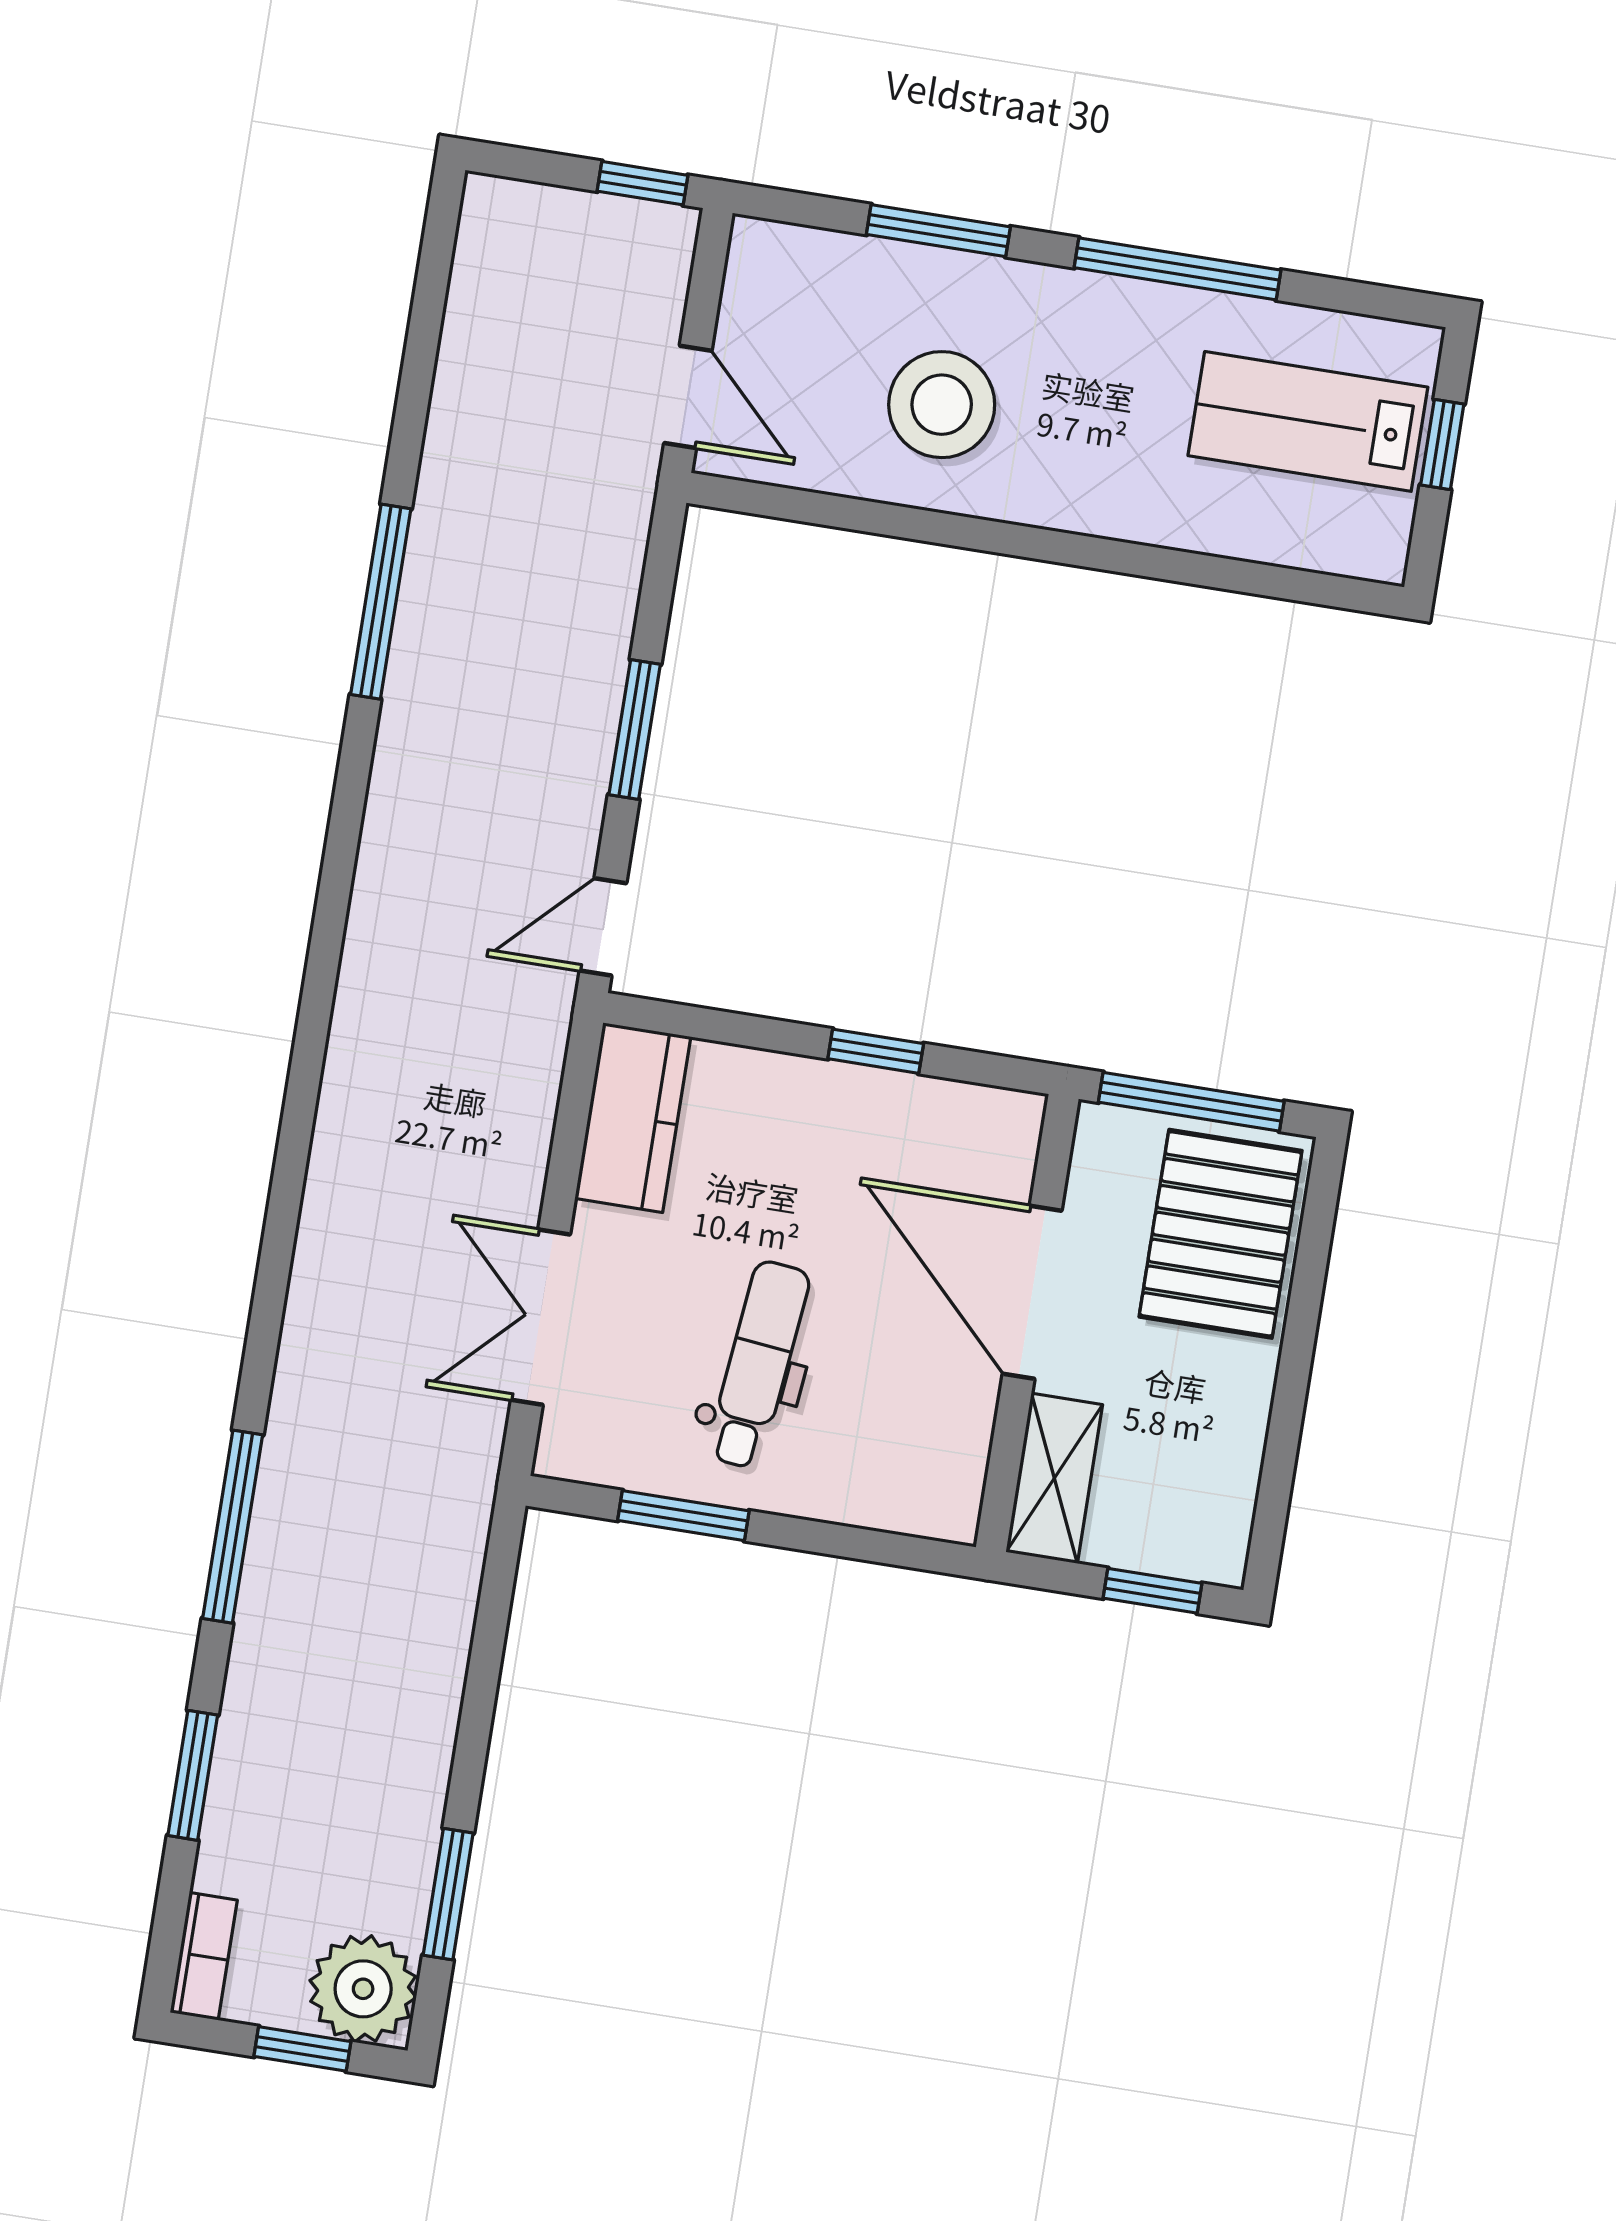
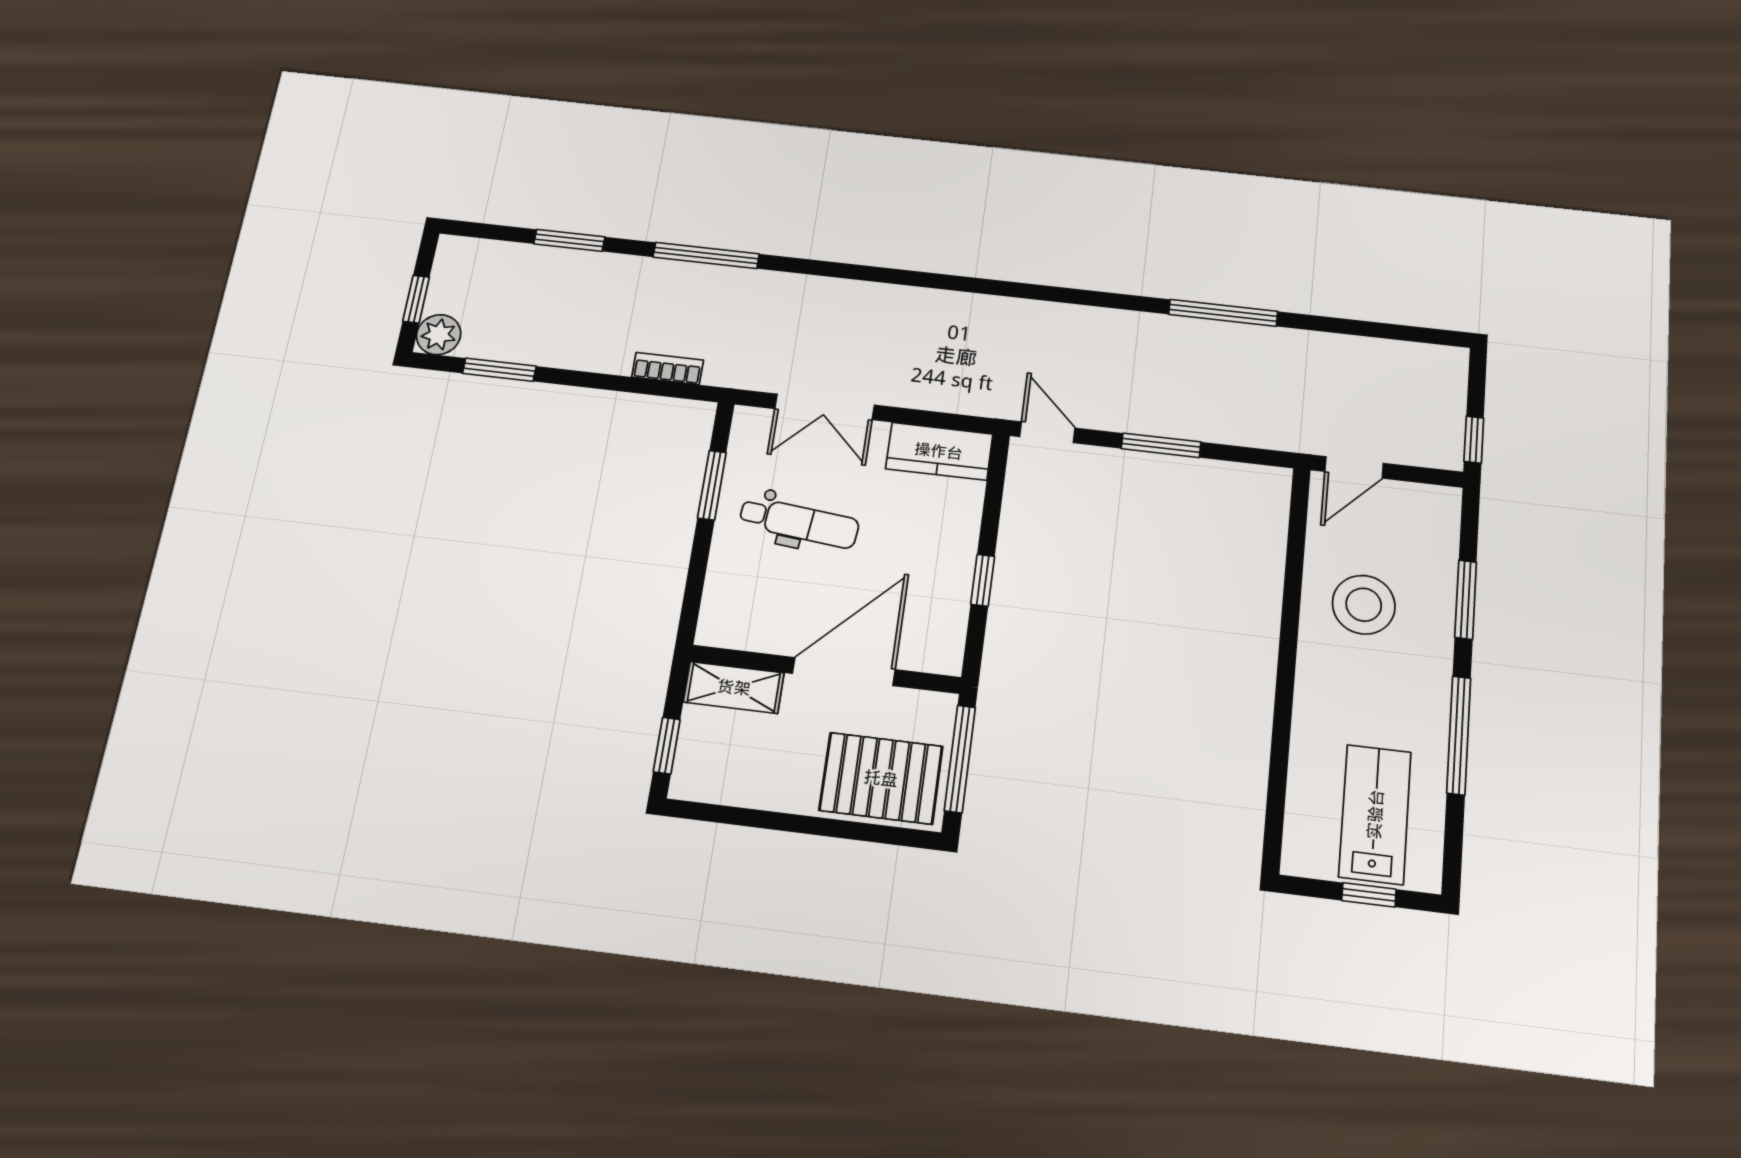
double door: (541, 1317) -> (825, 407), swing flipped
bookcase: (204, 1956) -> (668, 369), moved, turned 180
plant: (363, 1989) -> (439, 335), width x0.73, depth x0.73

